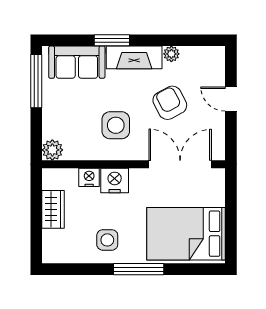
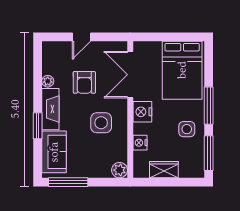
armchair: (170, 103) -> (84, 82), turned -62
nightstand: (115, 180) -> (142, 112), moved
window: (75, 269) -> (209, 153), added

